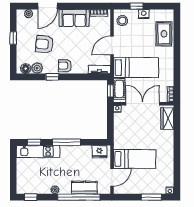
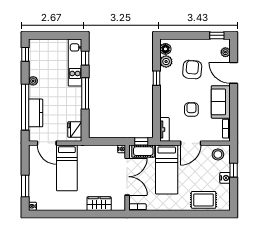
window: (13, 38) -> (217, 35), moved
door: (112, 46) -> (191, 143), swing flipped
armchair: (65, 66) -> (191, 110), moved
wardrobe: (167, 118) -> (99, 204), moved

